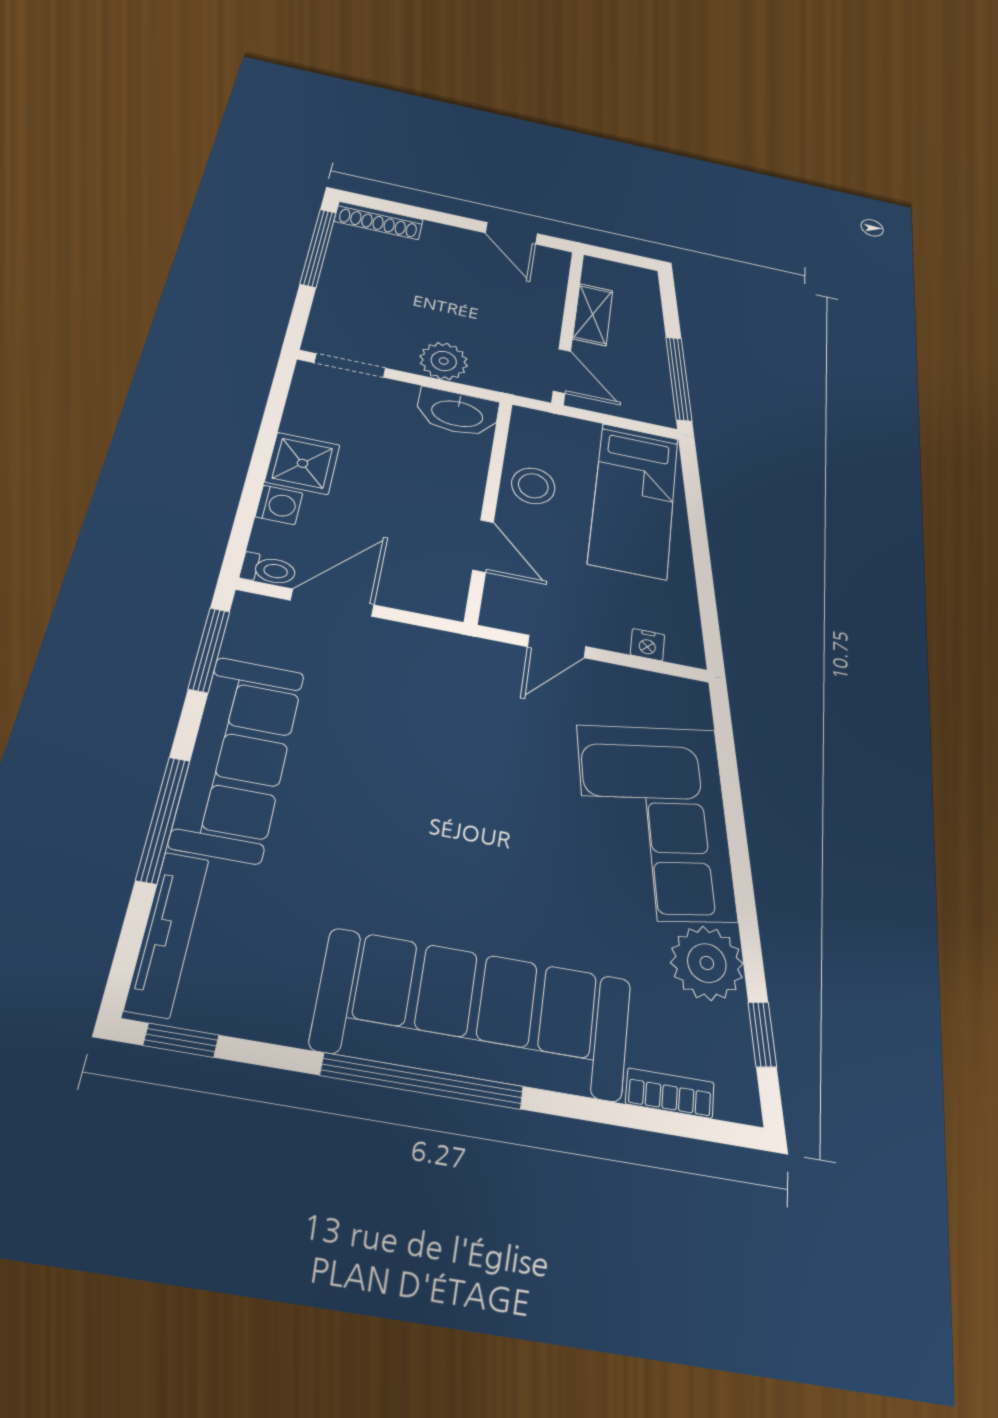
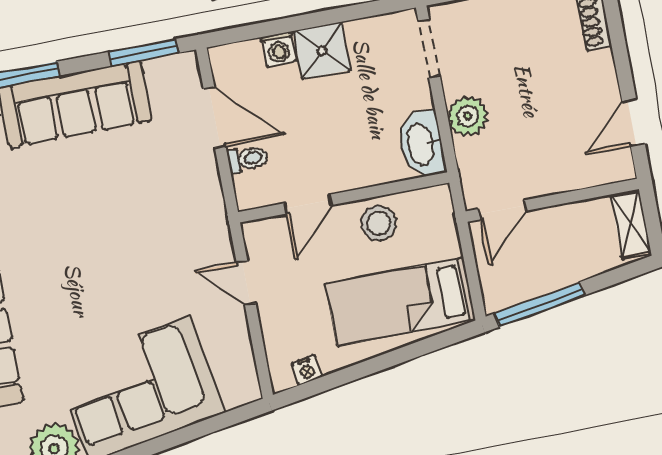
shelving: (593, 315) -> (631, 224), moved, turned 90
toilet: (268, 570) -> (248, 159), moved, turned -90
nightstand: (647, 645) -> (307, 370), moved, turned -99

